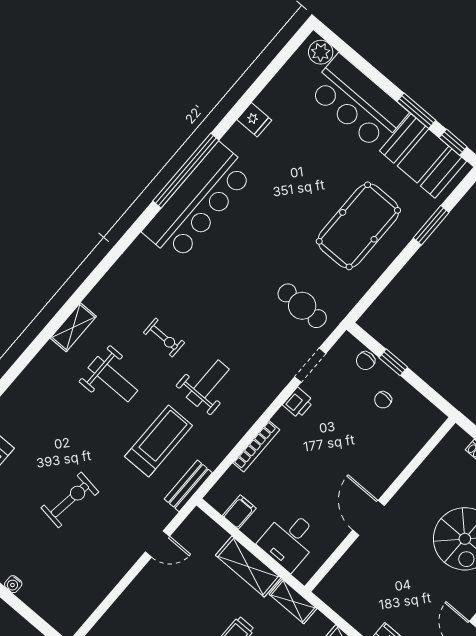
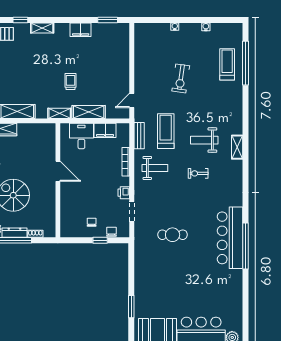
fridge: (254, 120) -> (236, 289), removed
pool table: (358, 226) -> (159, 282), removed
cafe table: (302, 306) -> (173, 235), moved
weight bench: (208, 383) -> (155, 168), moved, turned -90
treadmill: (159, 441) -> (166, 131), turned 180
bench: (188, 486) -> (139, 136), moved
filing cabinet: (239, 512) -> (105, 130), width x2.00
door: (157, 544) -> (132, 101), moved

